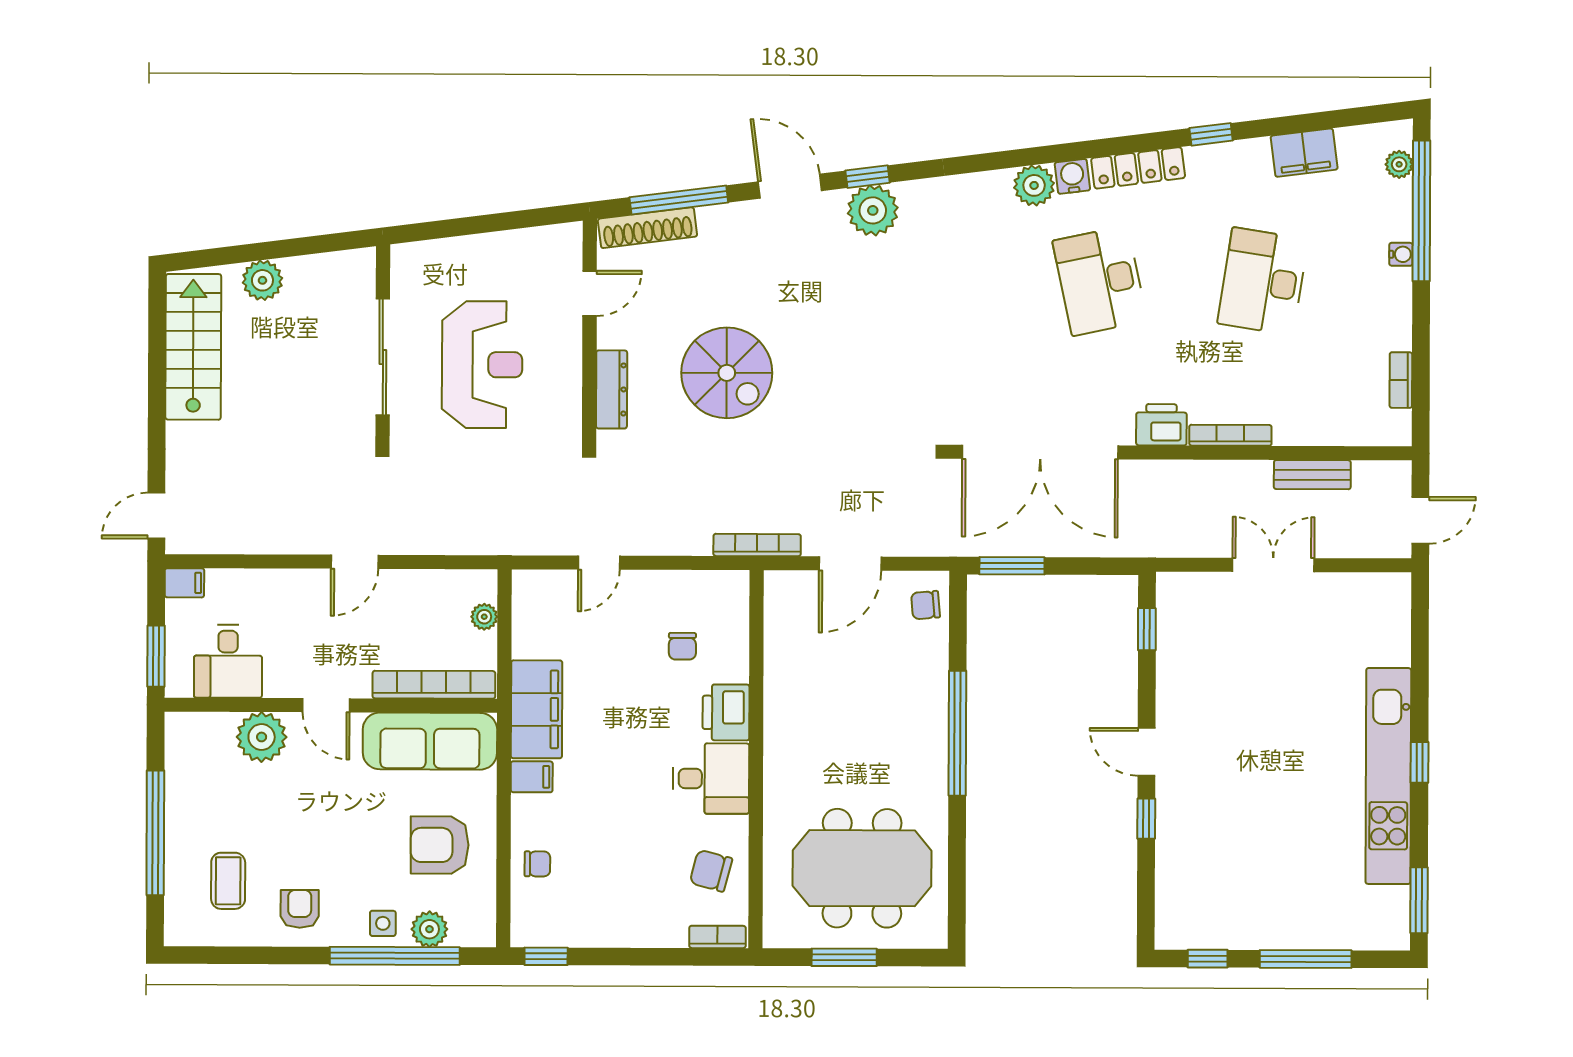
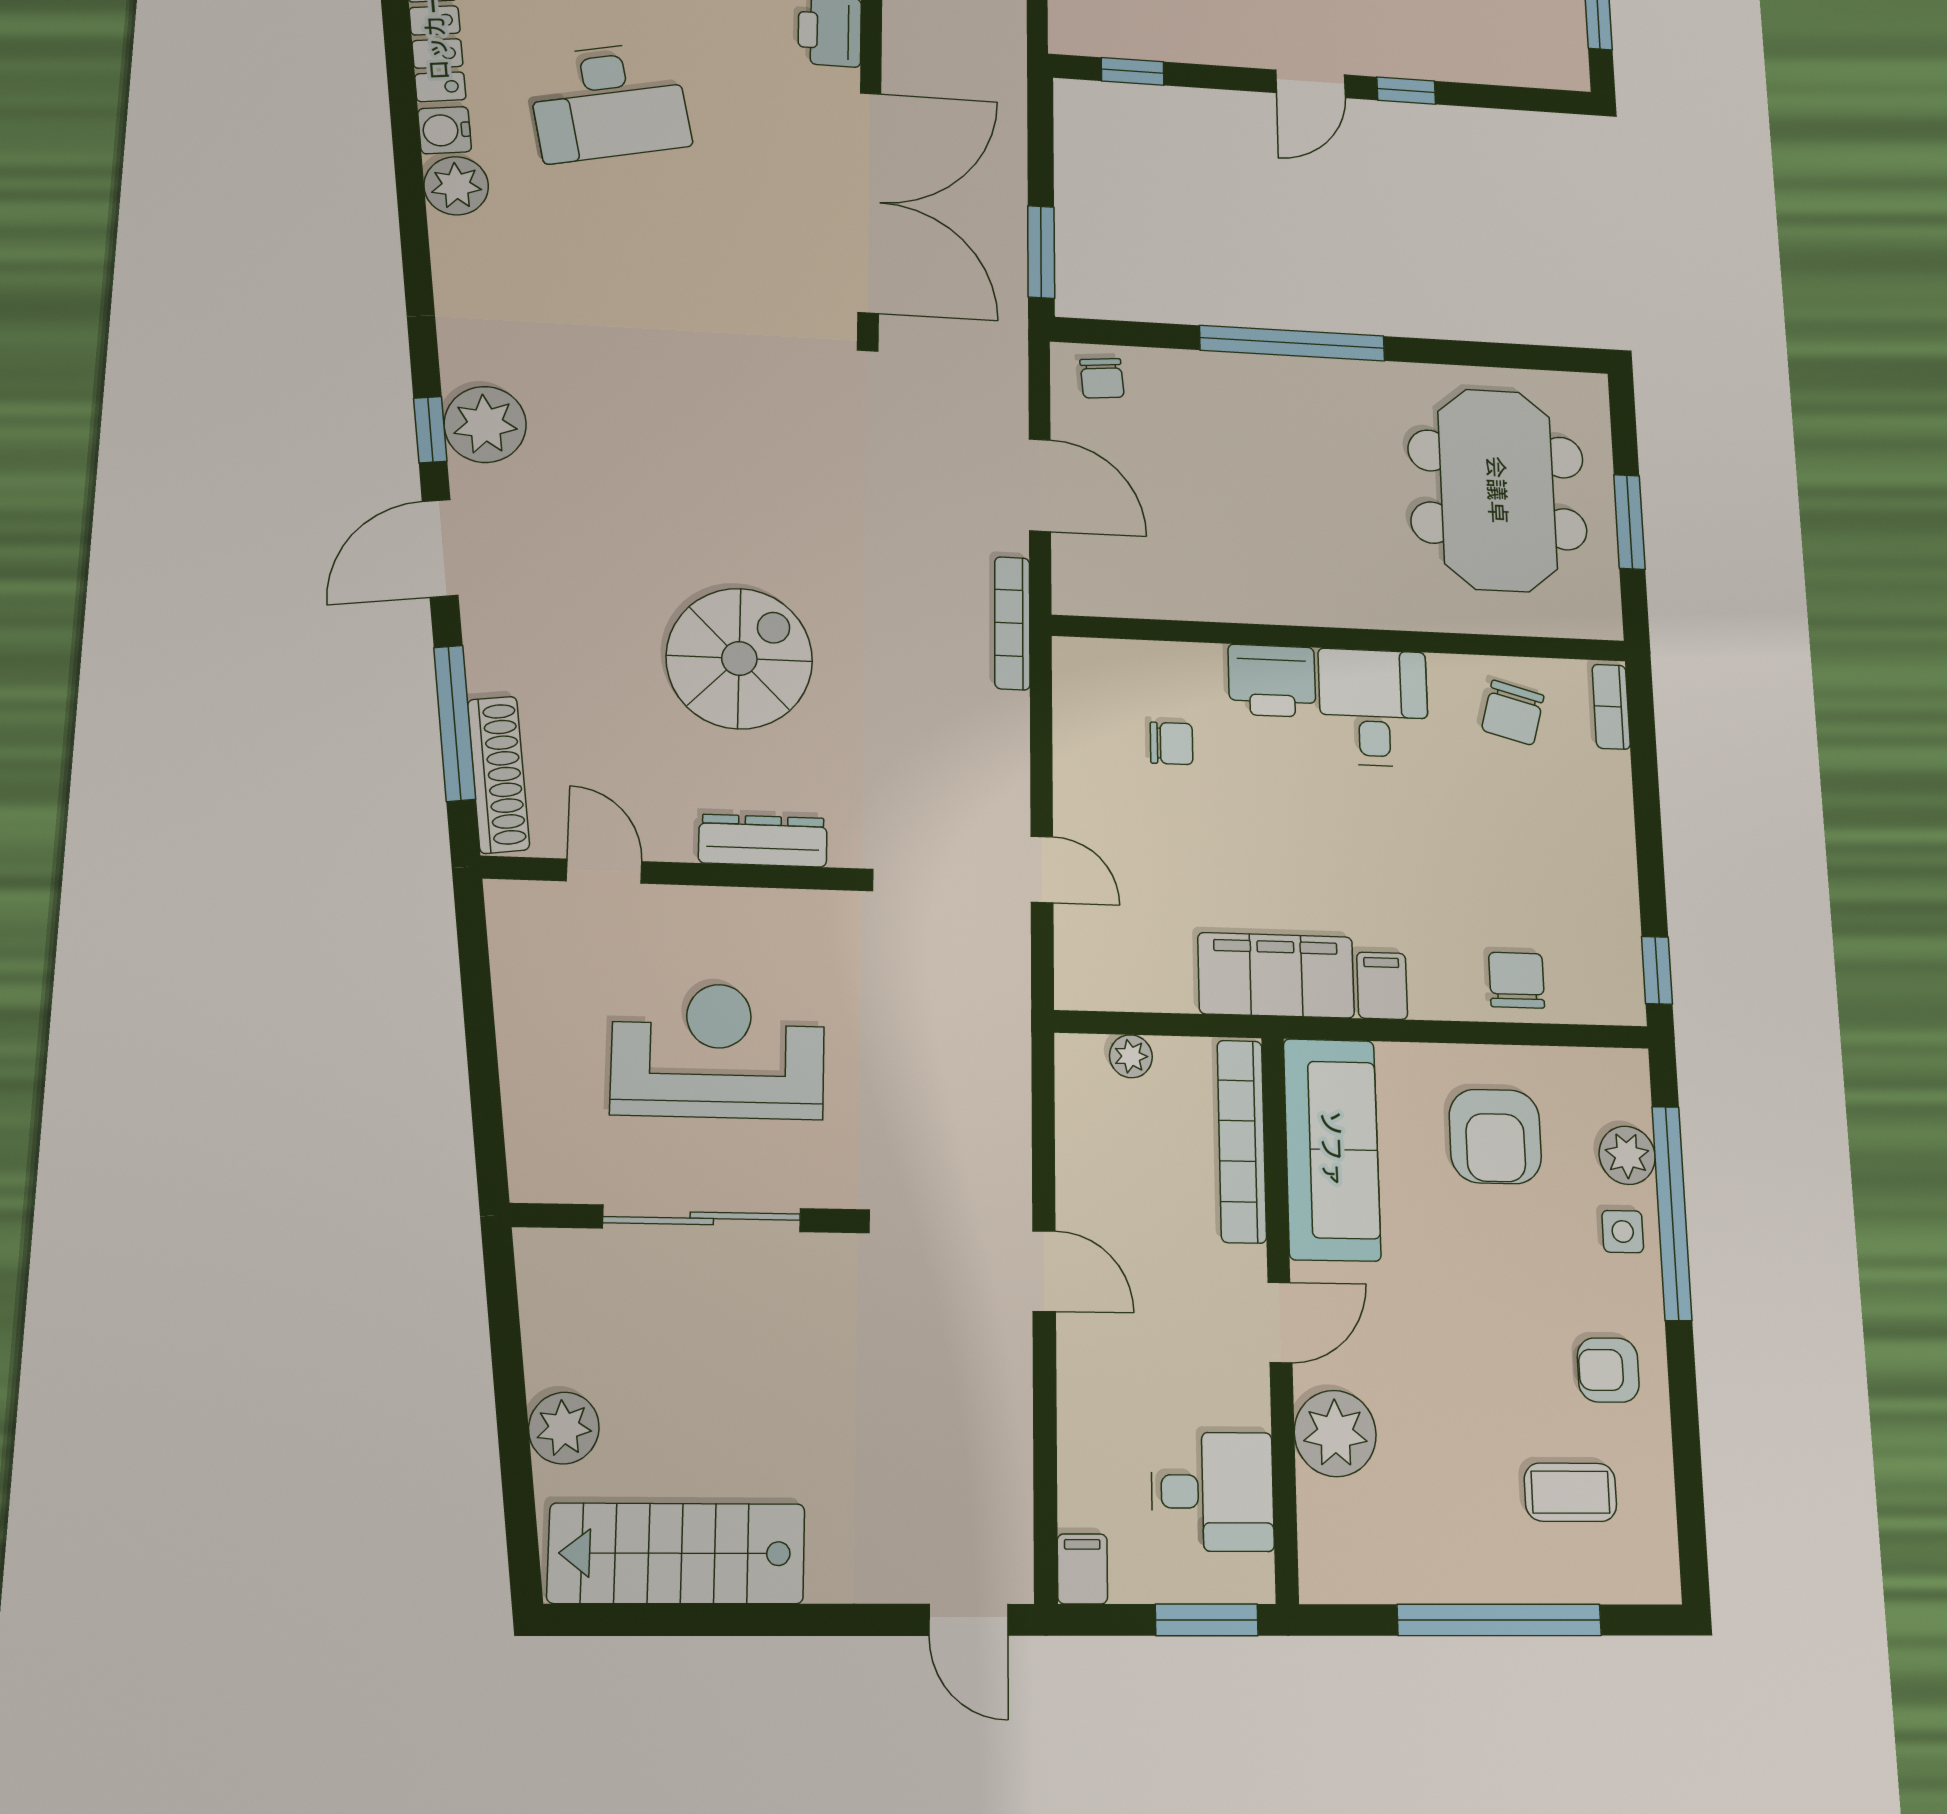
chair: (537, 864) -> (1517, 980), width x1.37, depth x1.37

